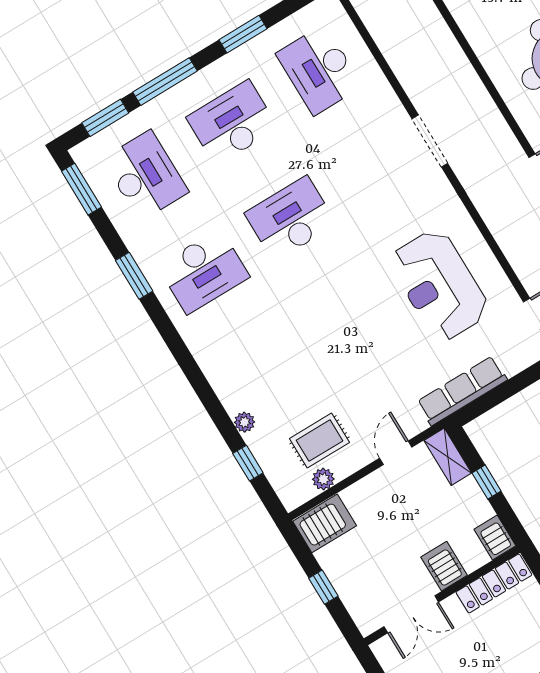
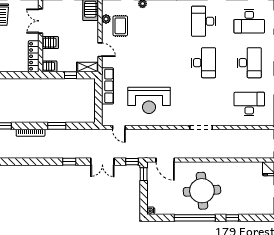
reception desk: (439, 285) -> (149, 100), turned 180

